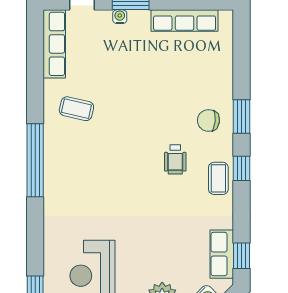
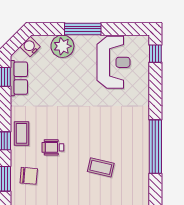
coffee table: (76, 109) -> (101, 167), moved
wheelchair: (175, 159) -> (53, 147), turned -90

